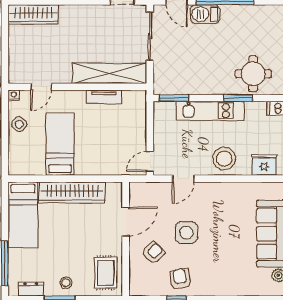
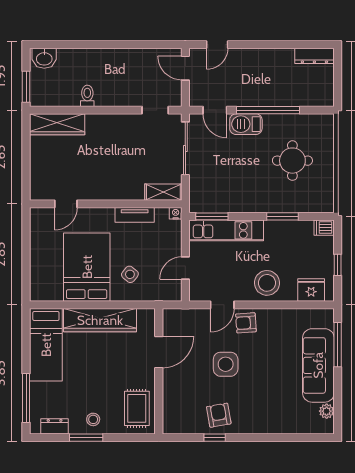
shelving: (110, 73) -> (163, 192), width x0.45, depth x0.75
round table: (253, 74) -> (292, 161), moved
nightstand: (14, 95) -> (176, 213), moved
kitchen unit: (210, 111) -> (226, 230), moved
side table: (19, 124) -> (130, 274), moved
bed: (60, 144) -> (87, 267), width x1.50
door: (150, 161) -> (185, 268), moved
armchair: (153, 253) -> (246, 323), moved, turned -140

